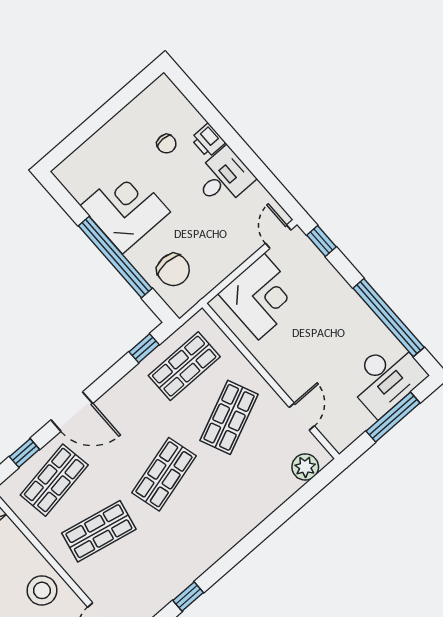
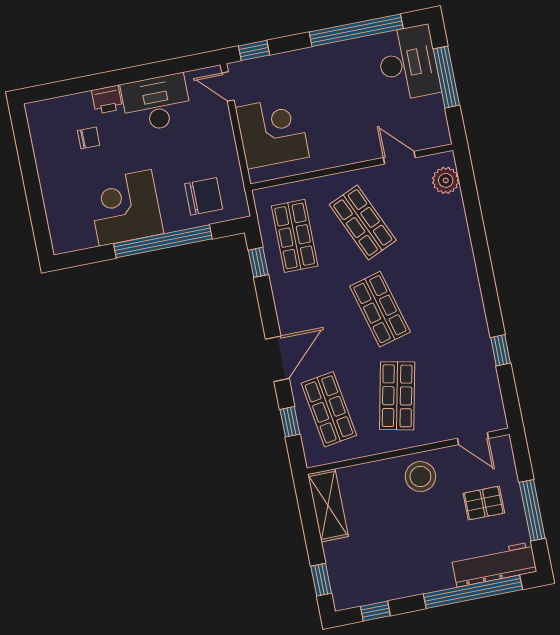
desk: (223, 178) -> (156, 103), width x1.37

